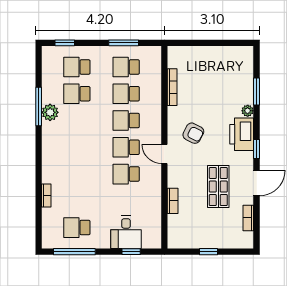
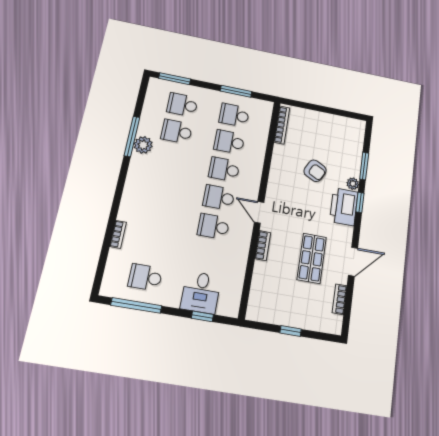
window: (65, 43) -> (175, 79), width x1.50
bookcase: (172, 87) -> (282, 125), moved
armchair: (193, 133) -> (315, 171), moved
window: (257, 149) -> (360, 202), moved
bookcase: (173, 201) -> (263, 246), moved

